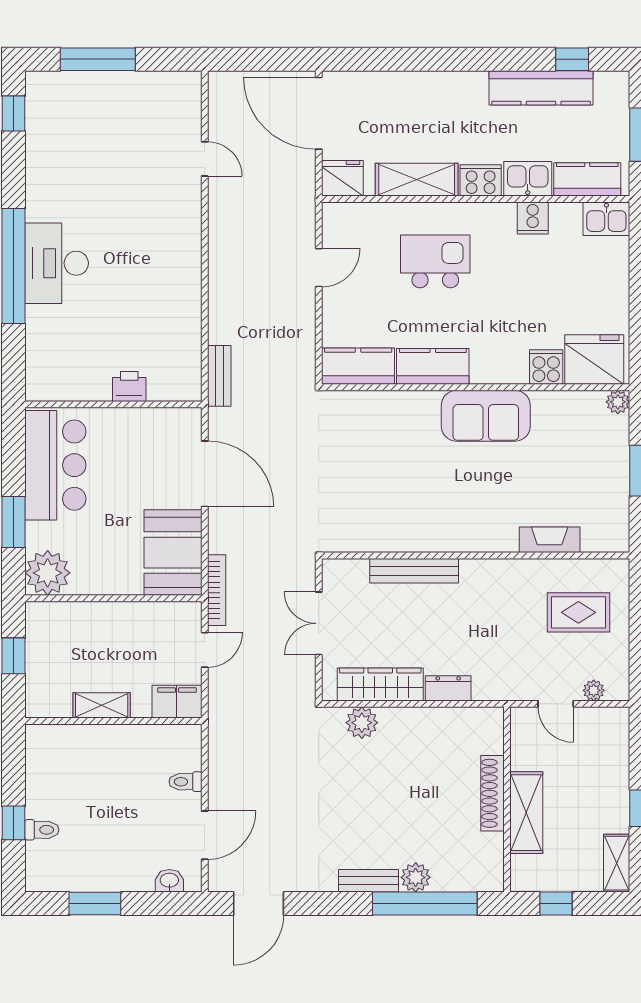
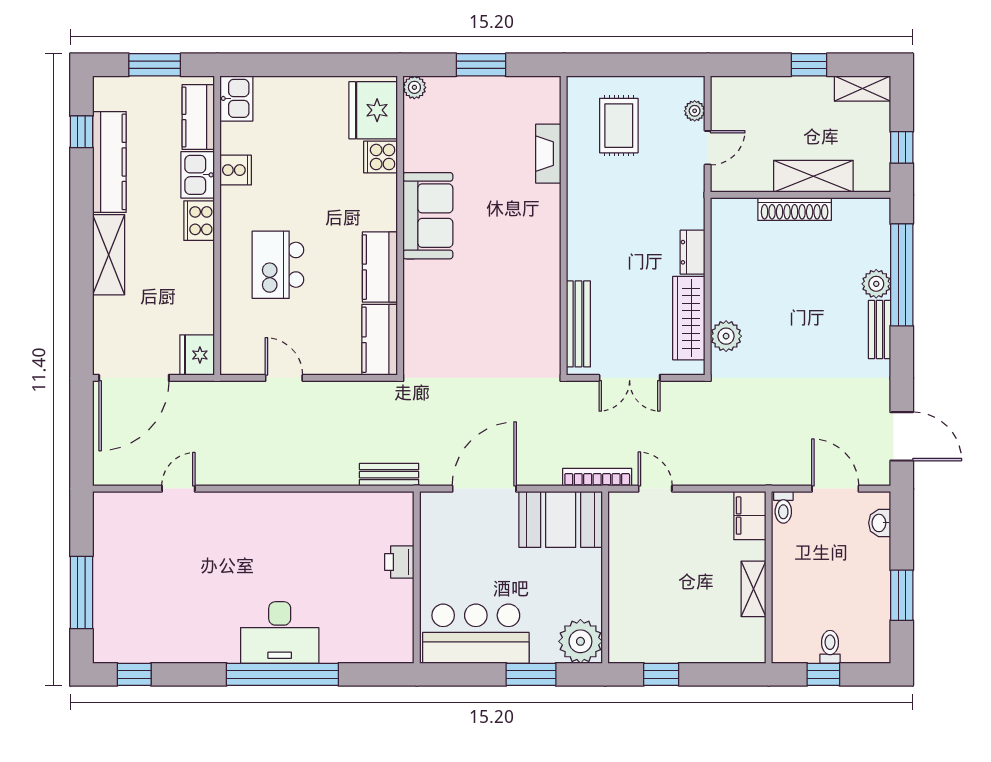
shelving: (417, 180) -> (109, 255), moved
bench: (414, 571) -> (578, 324), moved
filing cabinet: (177, 702) -> (750, 516), moved
shelving: (102, 705) -> (753, 589), moved
wall: (113, 721) -> (769, 577), moved

